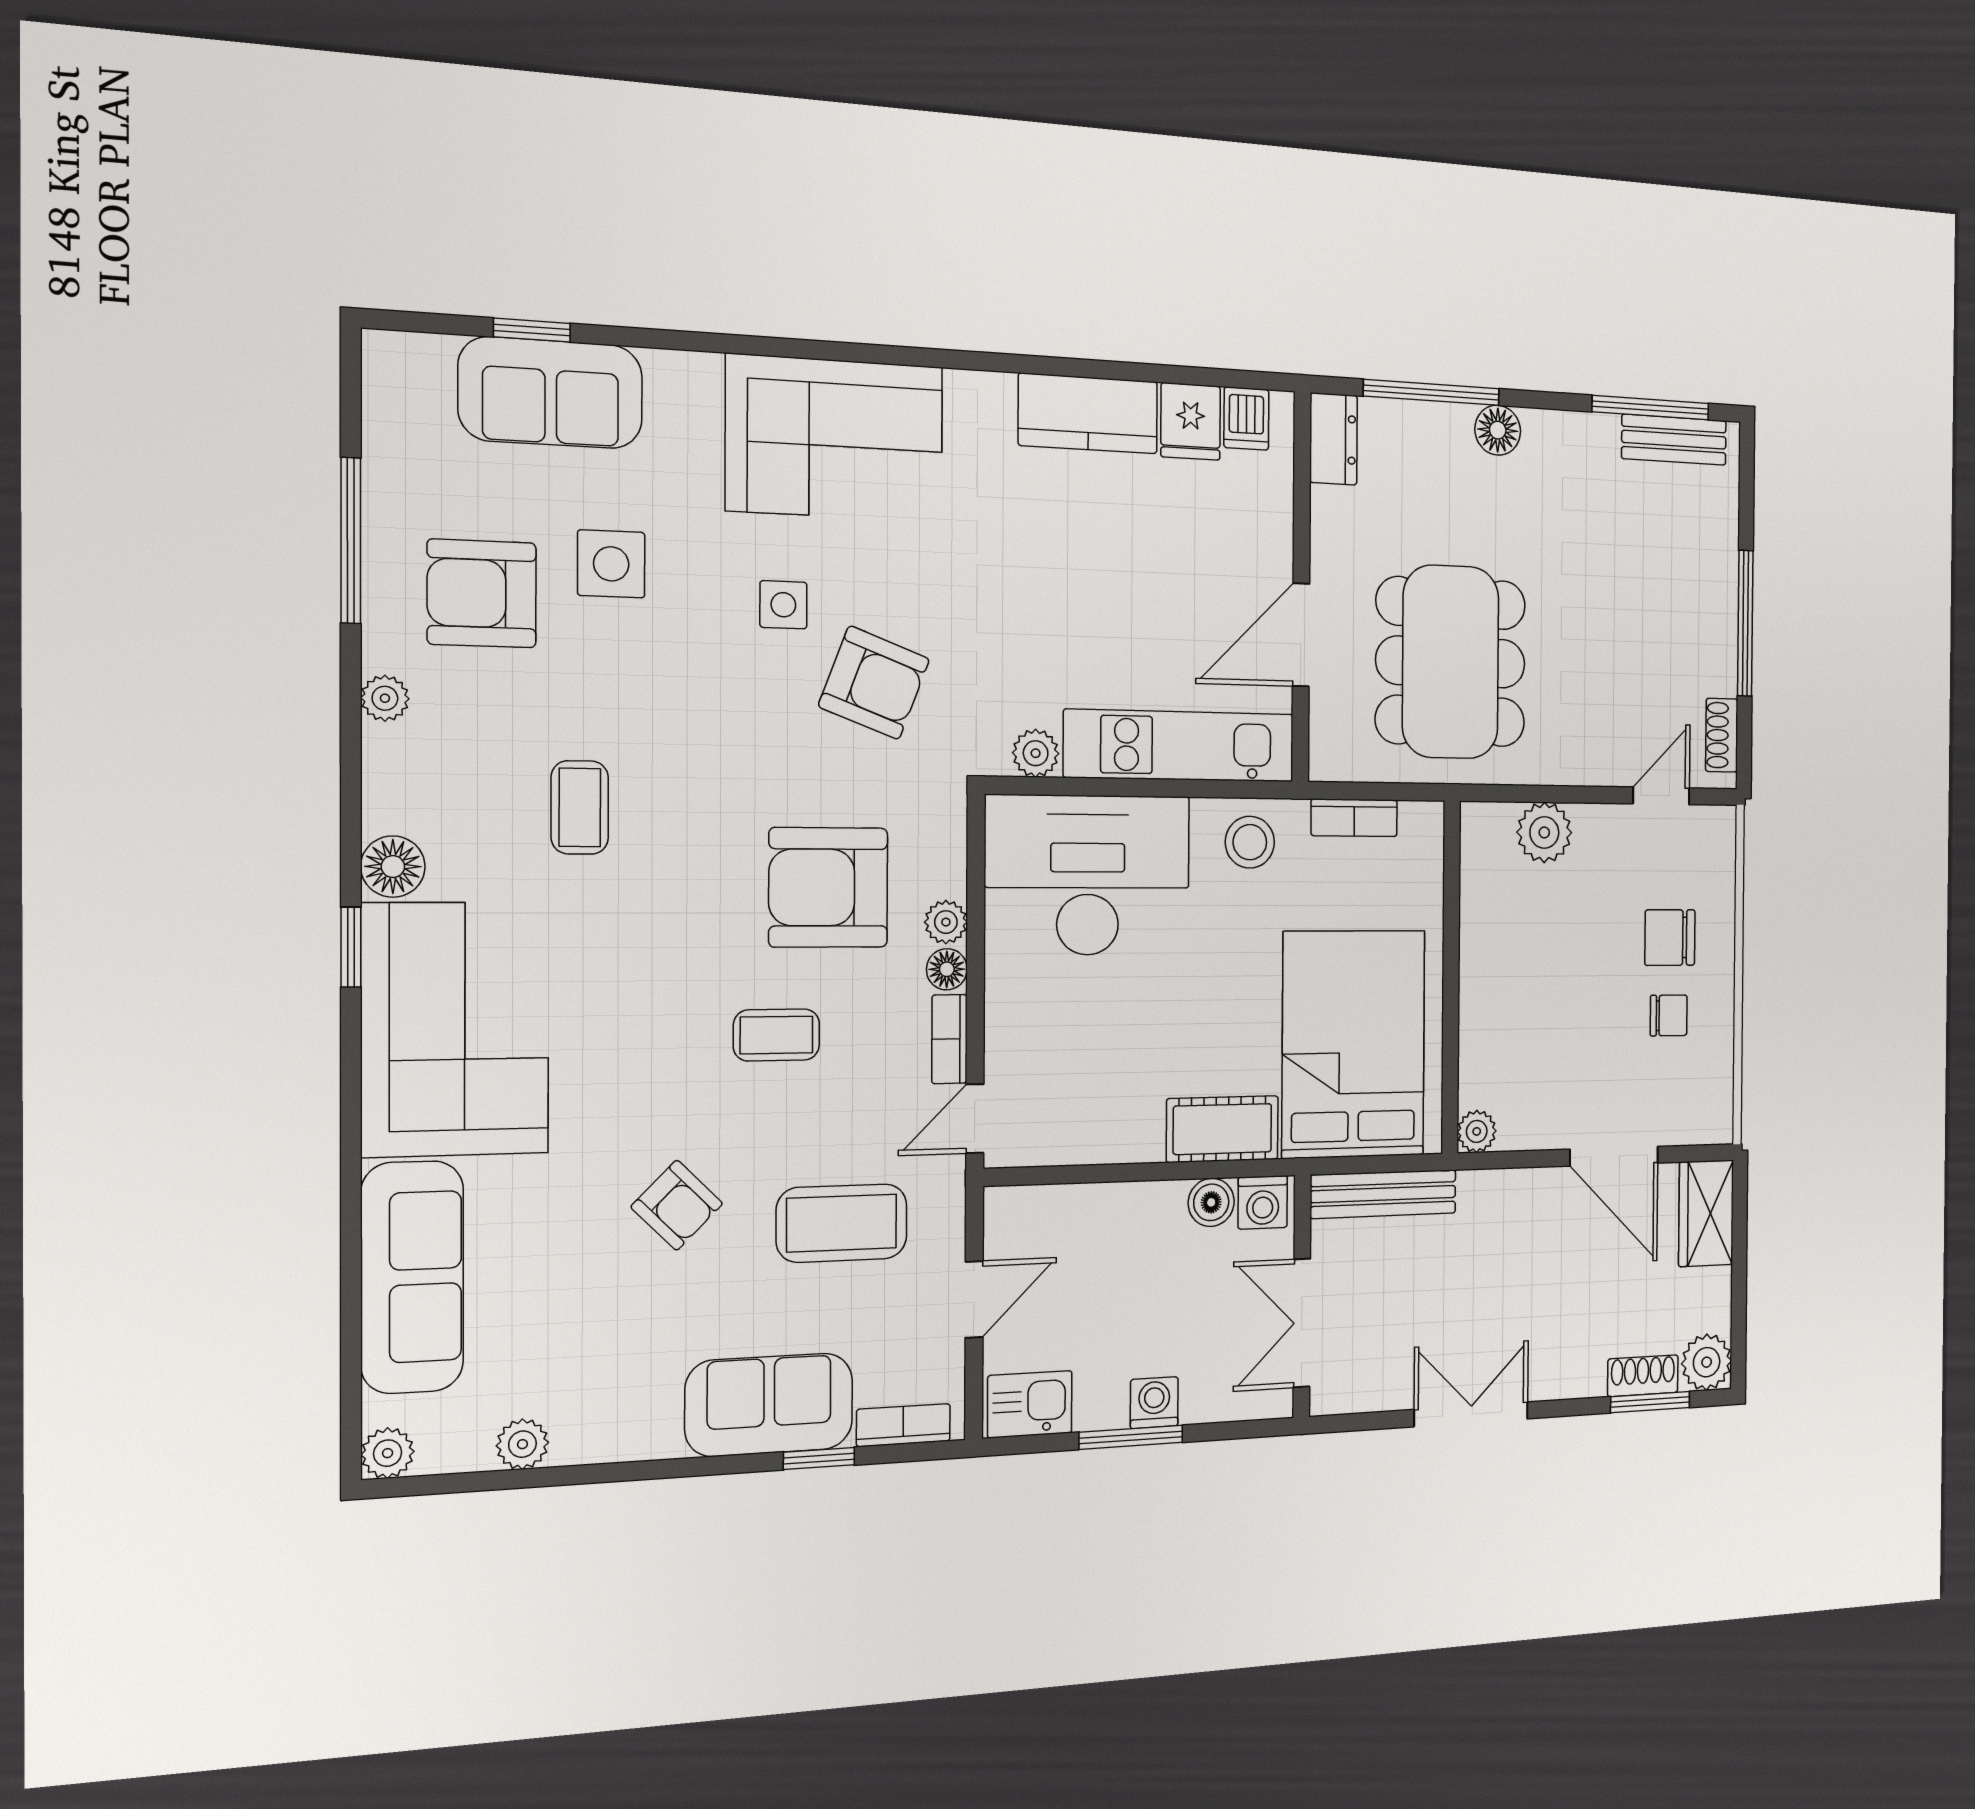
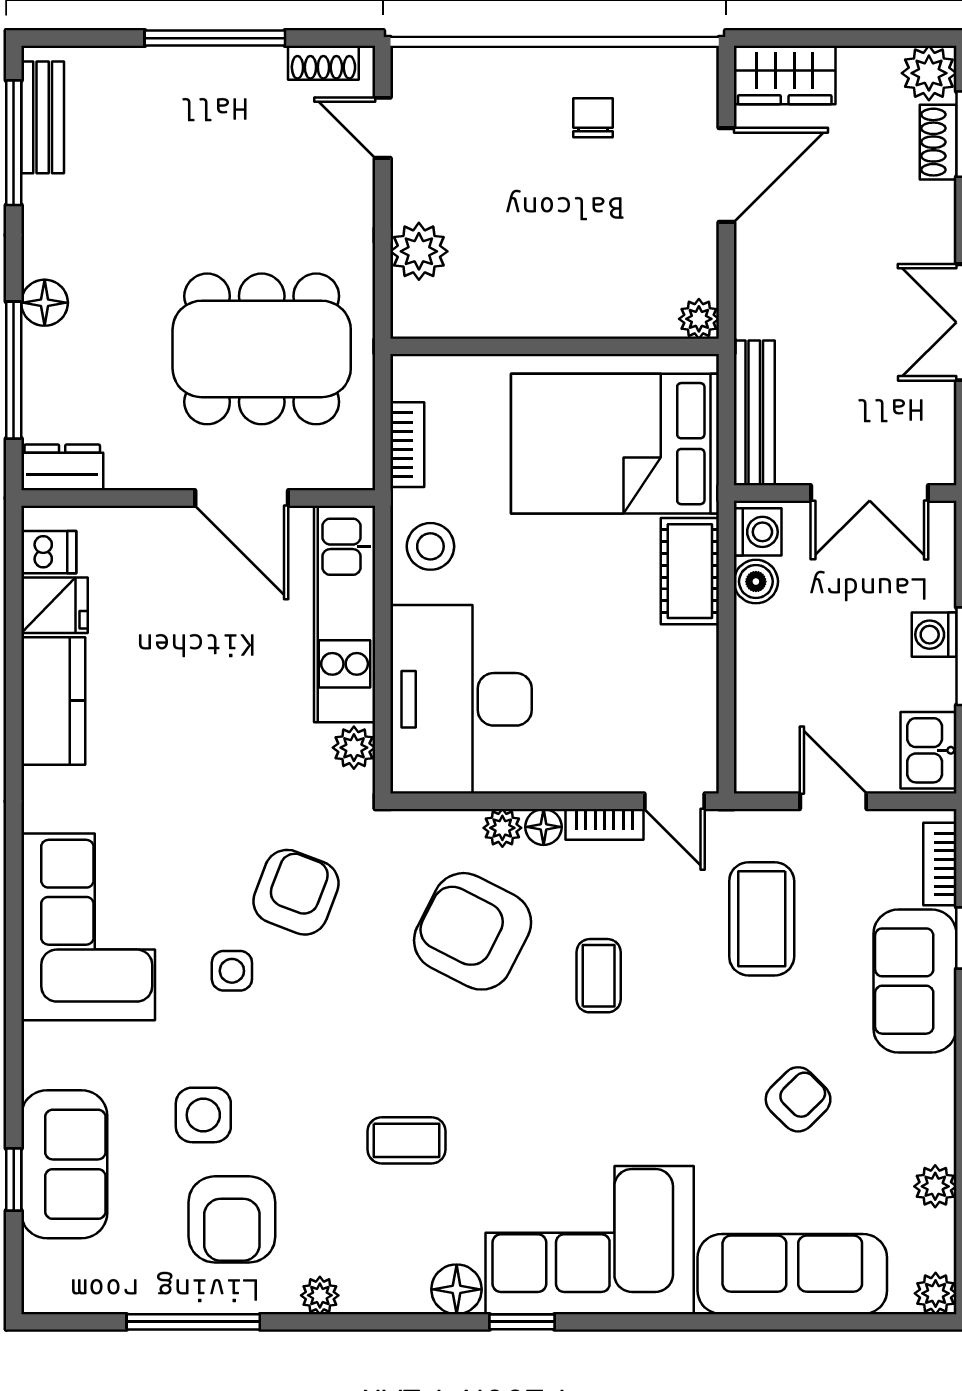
armchair: (828, 887) -> (473, 931), turned 117
chair: (1670, 938) -> (518, 117), removed
armchair: (677, 1205) -> (798, 1099), moved

